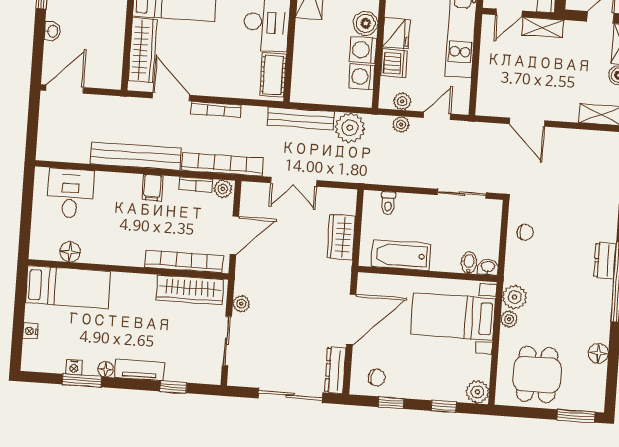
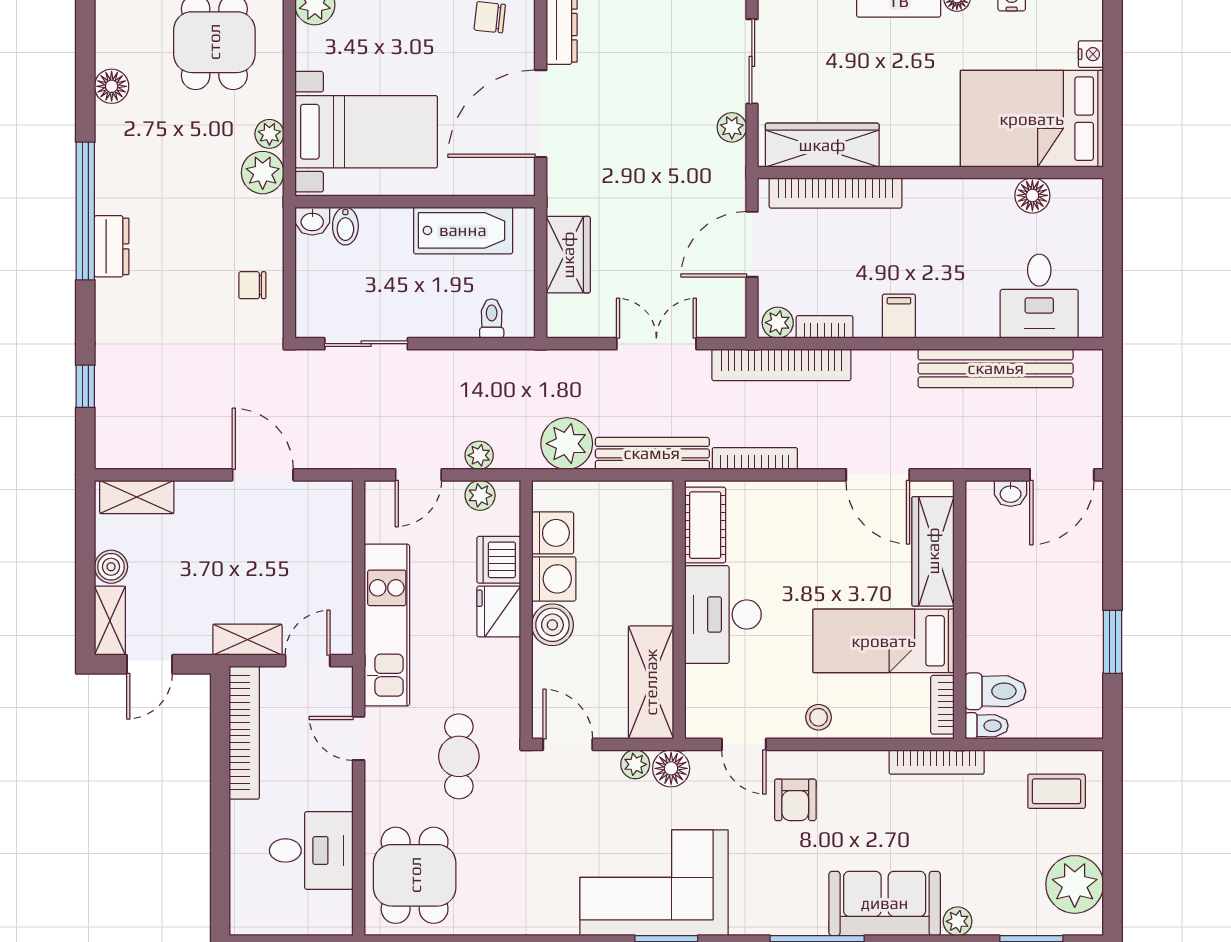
washbasin: (52, 31) -> (1011, 493), moved, turned -90
bookcase: (216, 109) -> (755, 458), moved
bench: (136, 156) -> (996, 368), moved
bed: (68, 287) -> (1032, 119), width x1.50

